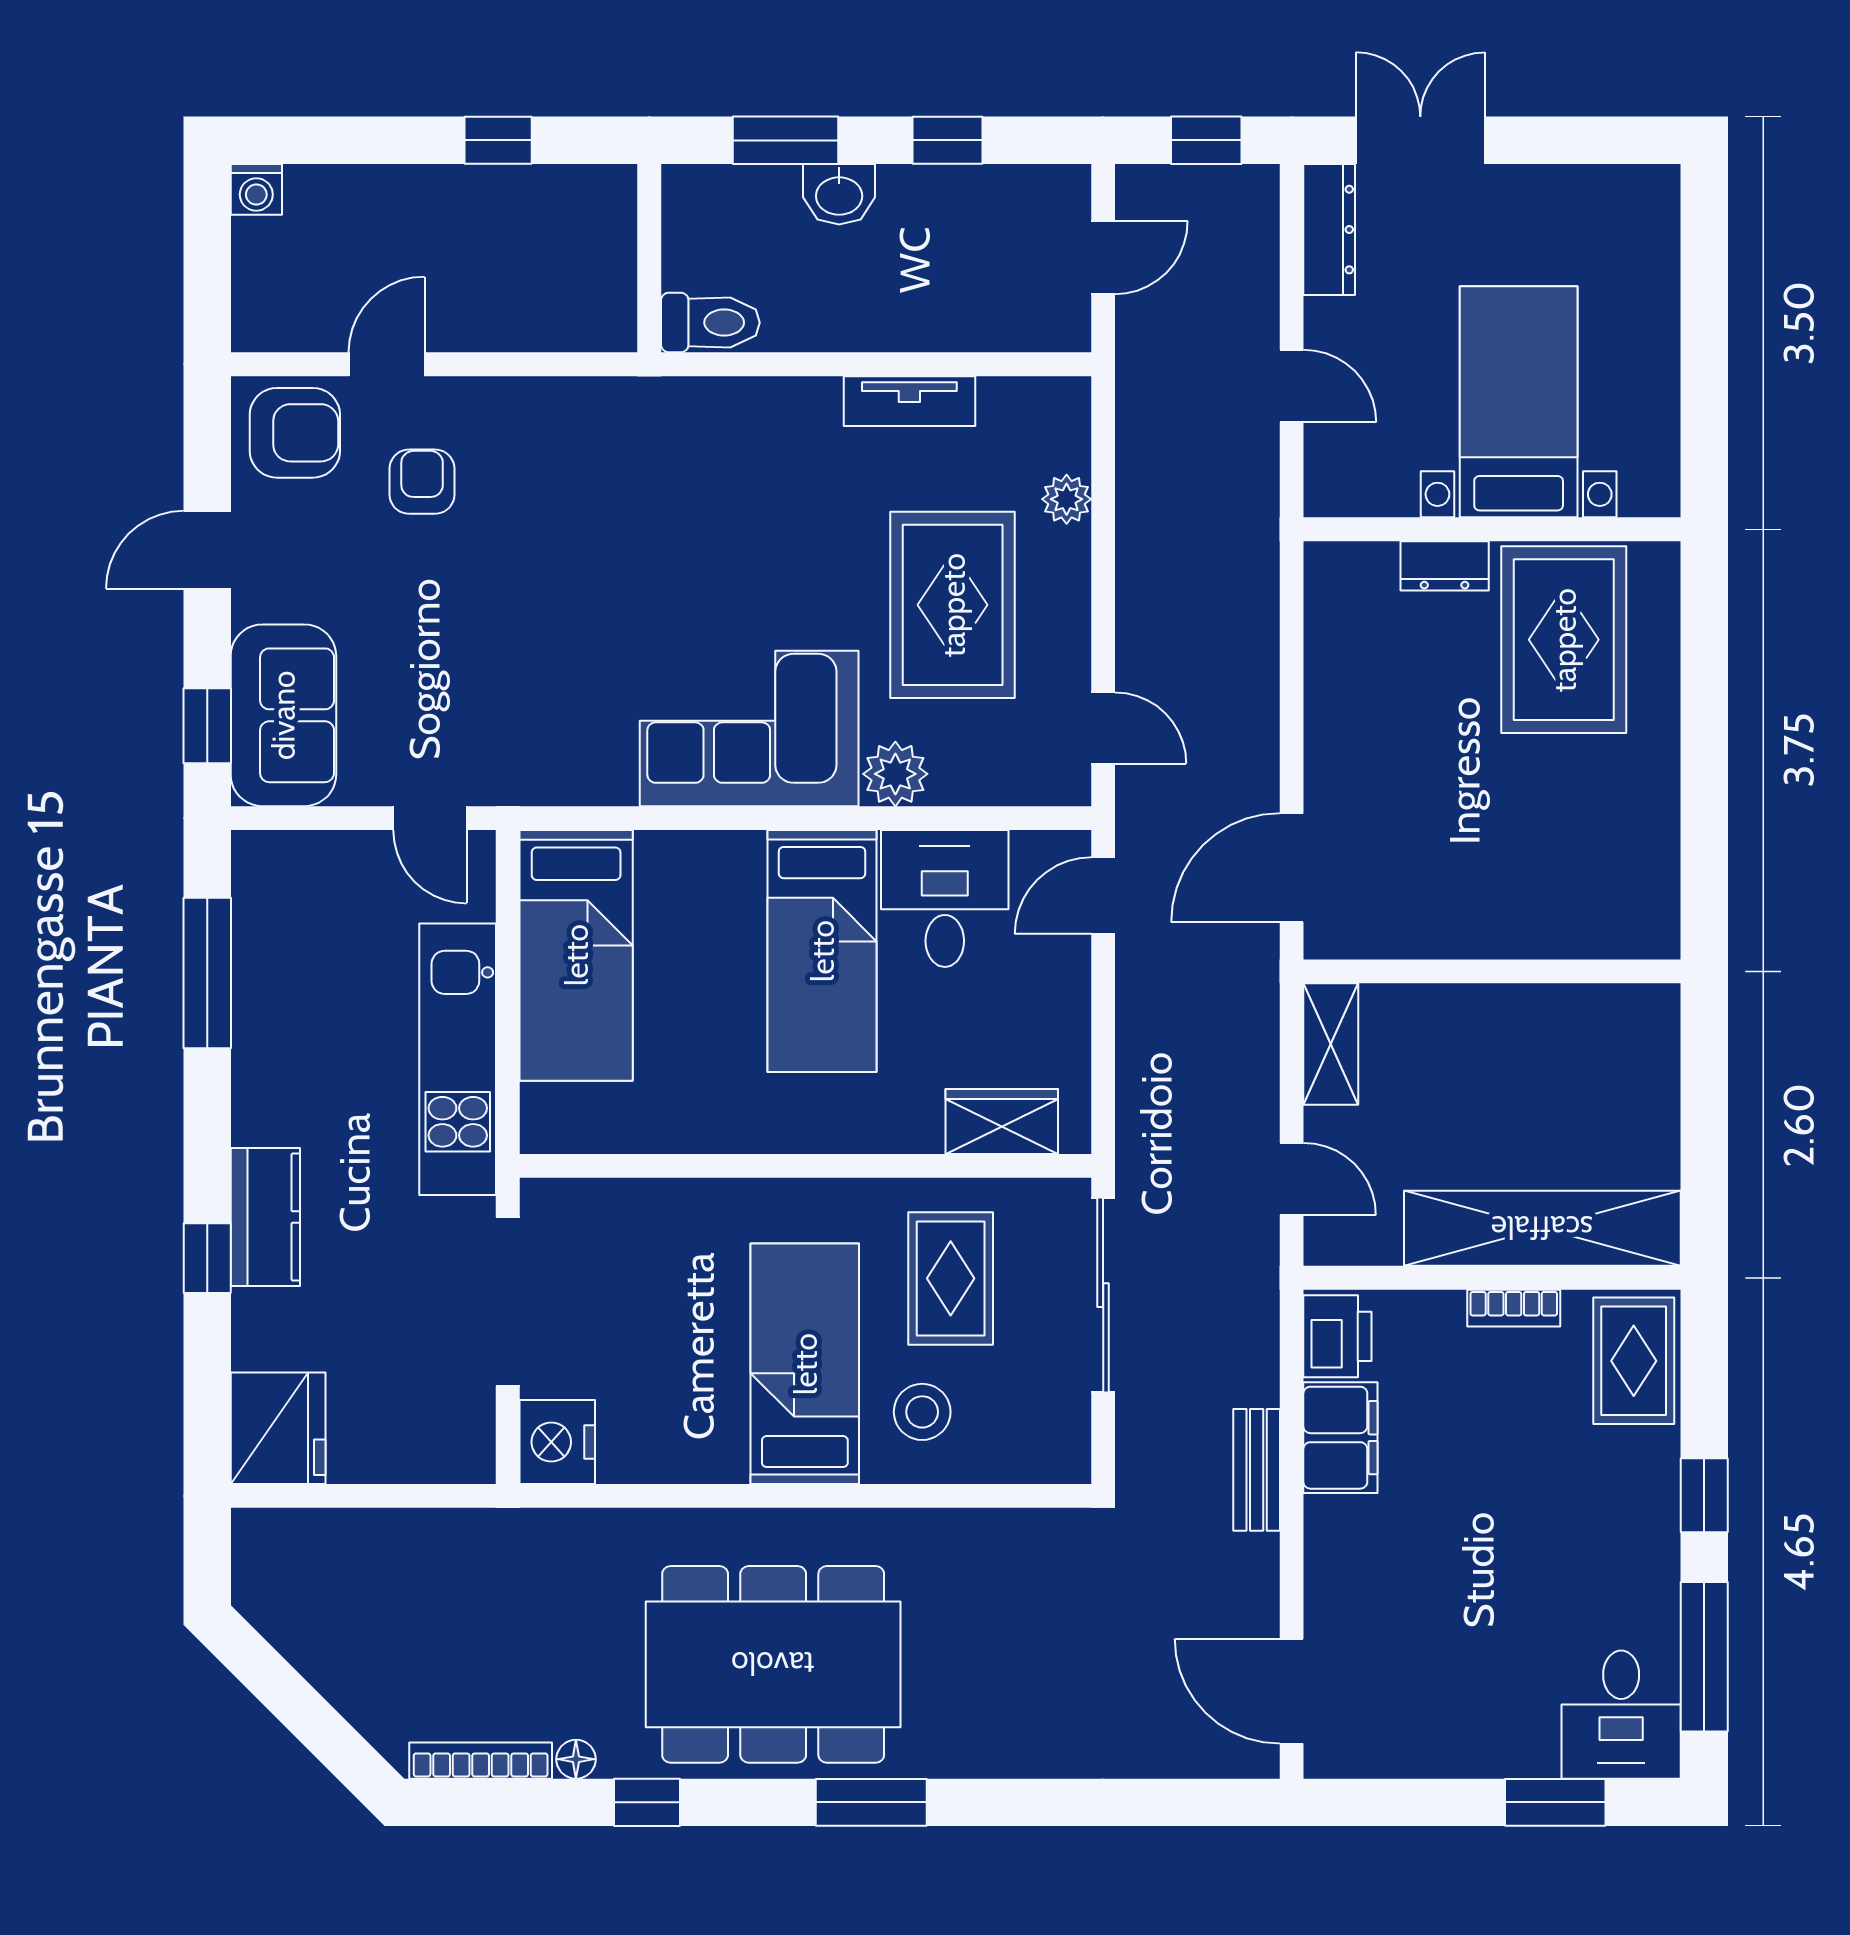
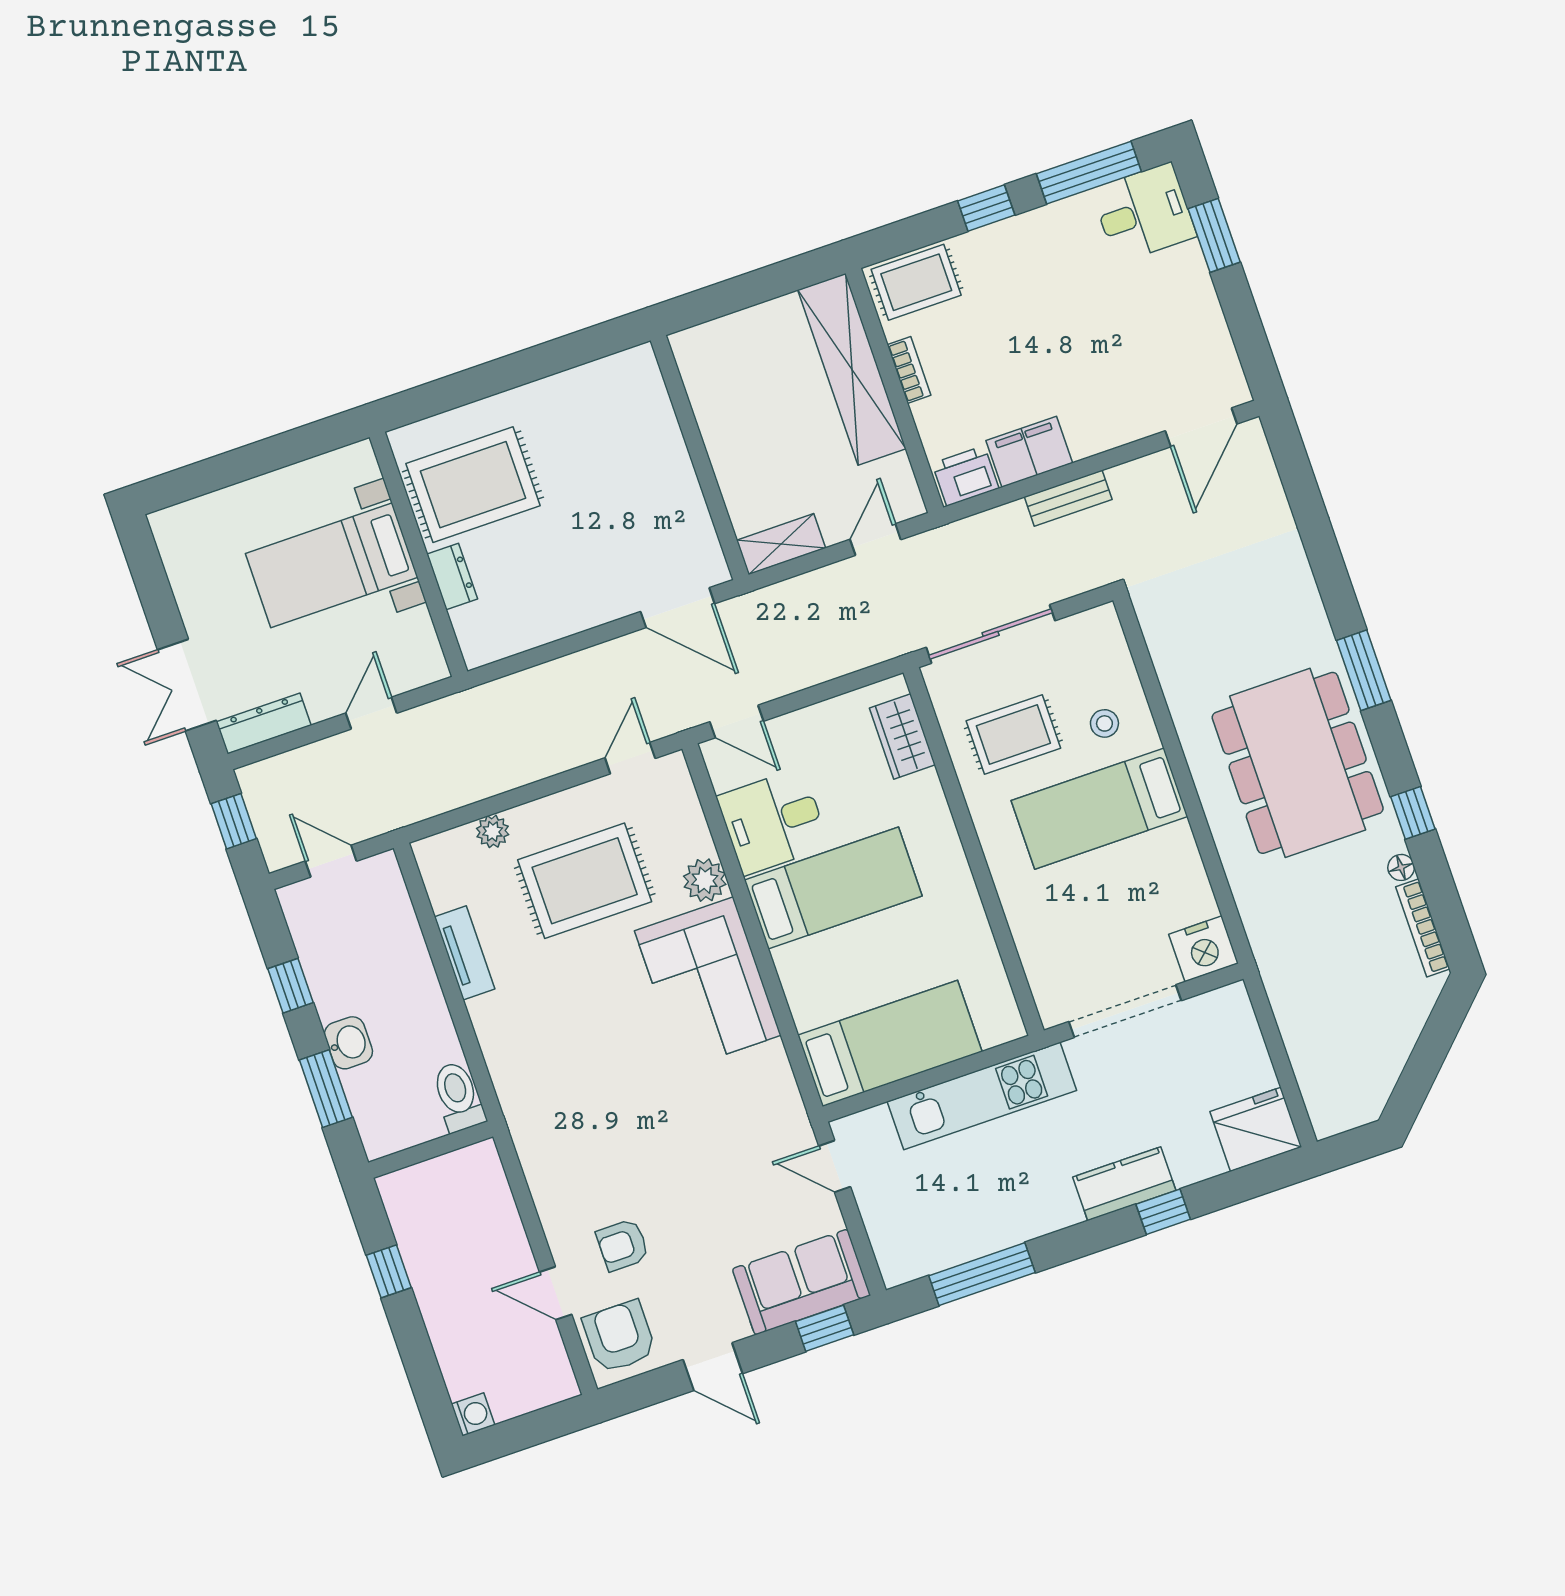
door: (430, 818) -> (835, 1166), swing flipped
stool: (922, 1412) -> (1104, 723), width x0.73, depth x0.73

